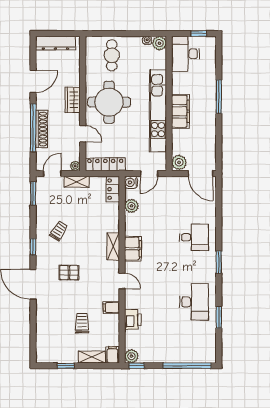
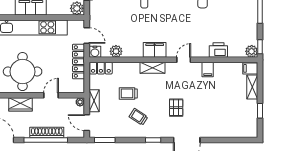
locker: (105, 164) -> (79, 62), moved
trolley: (82, 323) -> (128, 93), moved

